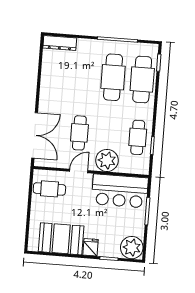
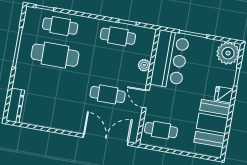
cafe table: (142, 79) -> (60, 26), width x0.73, depth x0.74
plant: (107, 160) -> (144, 65), width x0.53, depth x0.53
cafe table: (49, 189) -> (161, 130), turned 90

